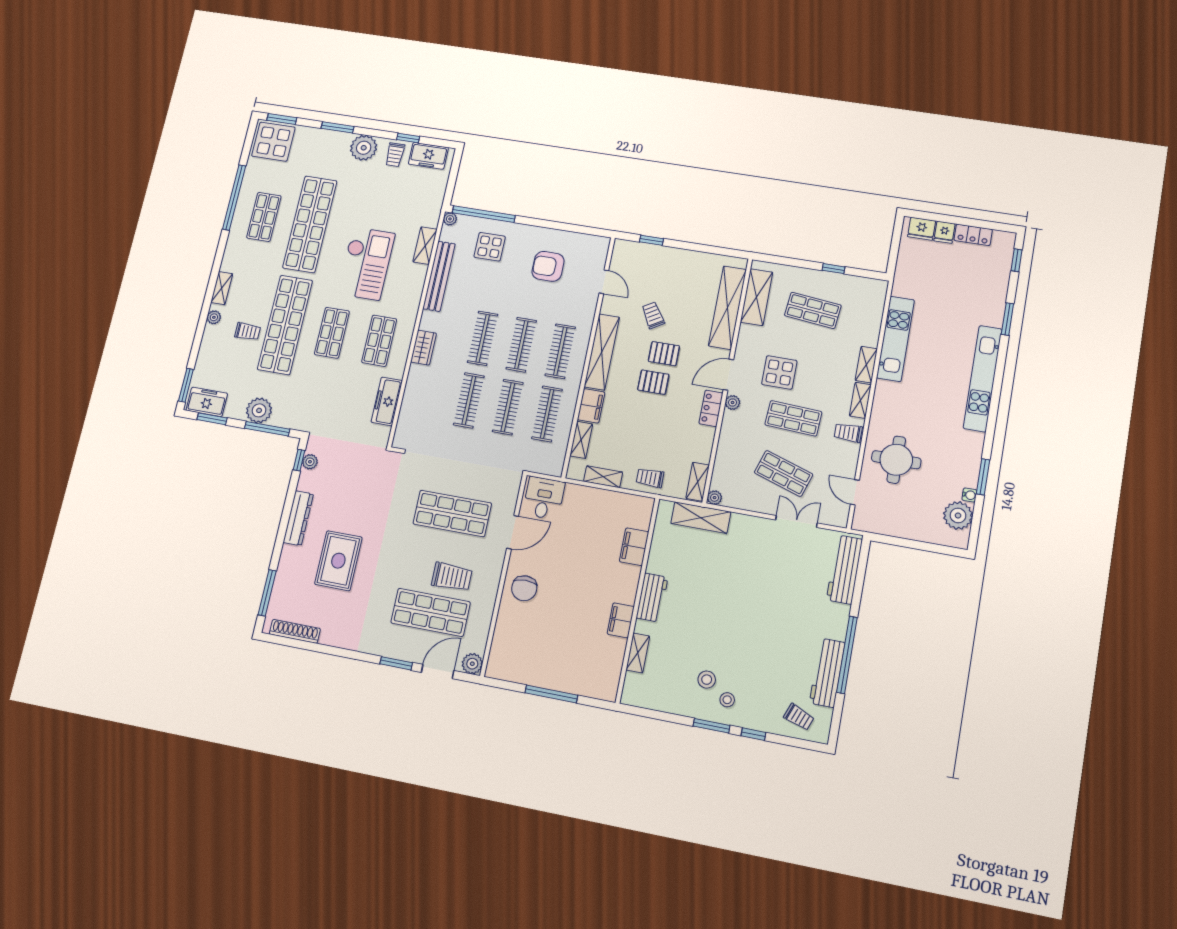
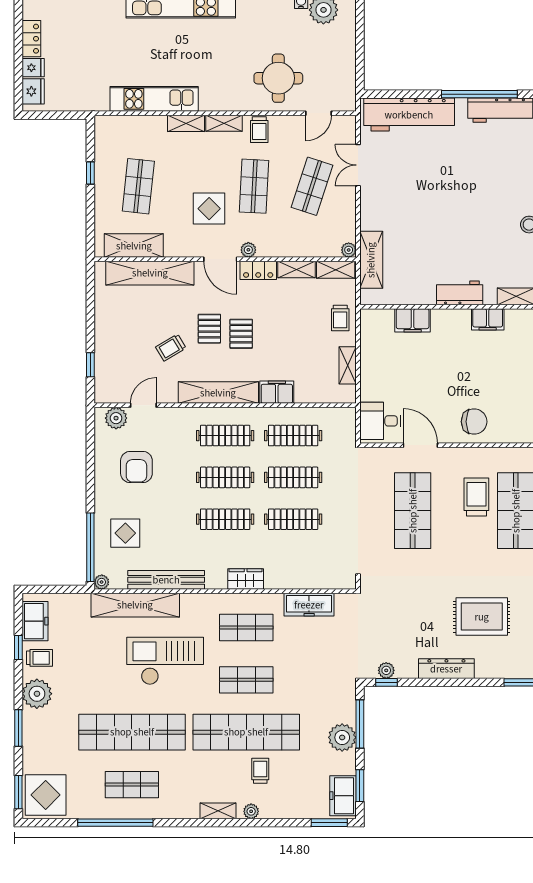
shelving: (425, 246) -> (135, 605), width x2.20, depth x1.33
plant: (597, 255) -> (116, 418), added
shelving: (581, 440) -> (296, 269), moved
workbench: (844, 570) -> (409, 115), width x1.36, depth x1.32

